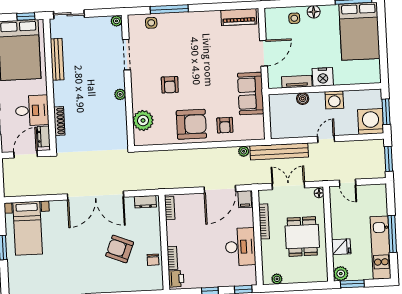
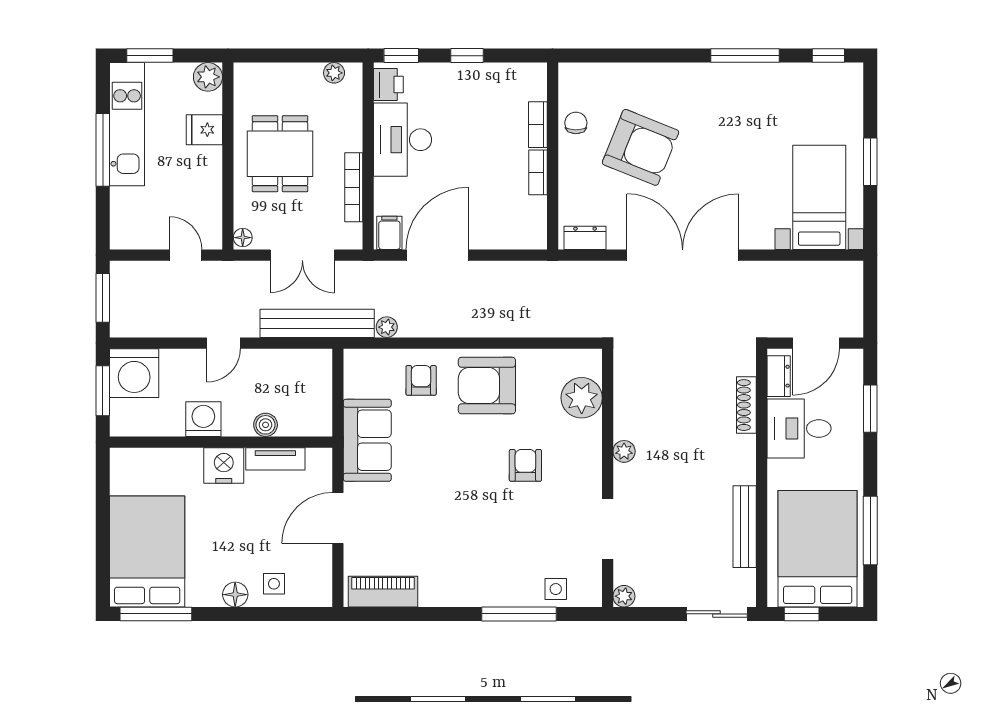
bookcase: (170, 208) -> (538, 172), moved
armchair: (120, 249) -> (640, 147), width x1.36, depth x1.36
printer: (176, 279) -> (388, 85), moved, turned 180
window: (352, 284) -> (150, 56), moved

